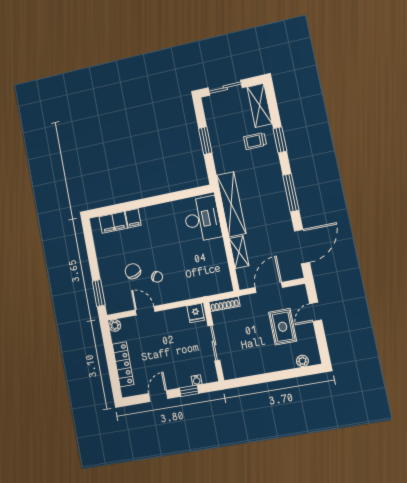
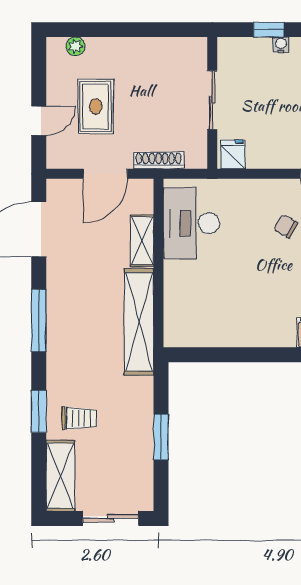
desk: (202, 219) -> (192, 223), moved
shoe rack: (224, 304) -> (159, 160), moved
water cooler: (197, 380) -> (281, 45), moved

